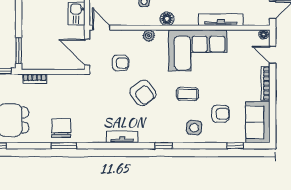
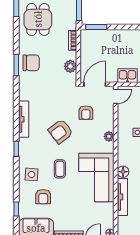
floor lamp: (167, 19) -> (123, 172), moved
plant: (65, 81) -> (70, 66), added
tv unit: (122, 137) -> (24, 119), width x1.41

